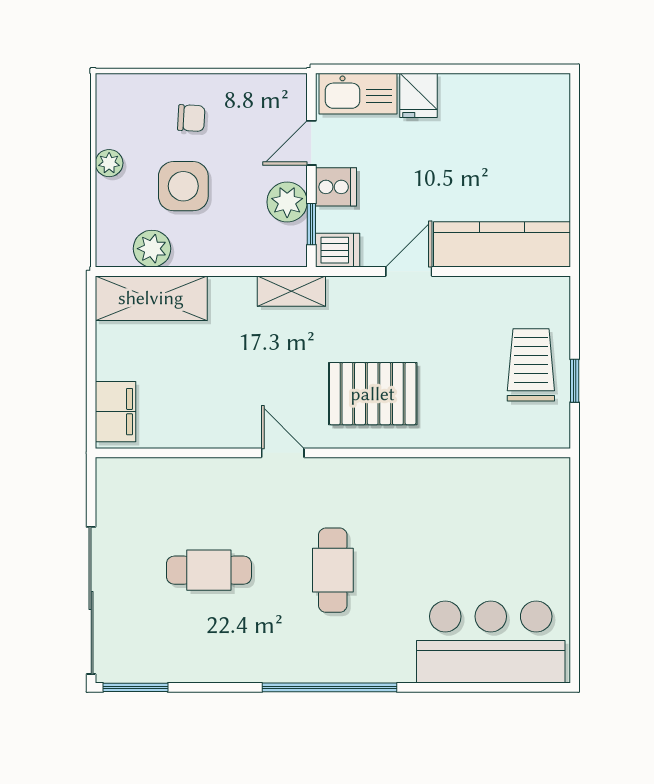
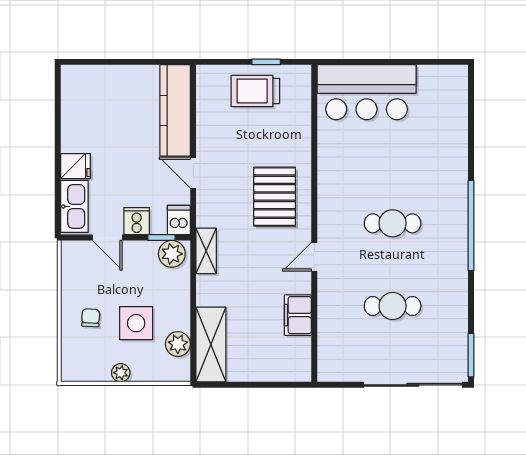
plant: (287, 202) -> (172, 254), moved
filing cabinet: (115, 412) -> (298, 315), moved, turned -90
cafe table: (209, 570) -> (393, 306), turned 90
bar counter: (491, 642) -> (367, 92), moved, turned -90

